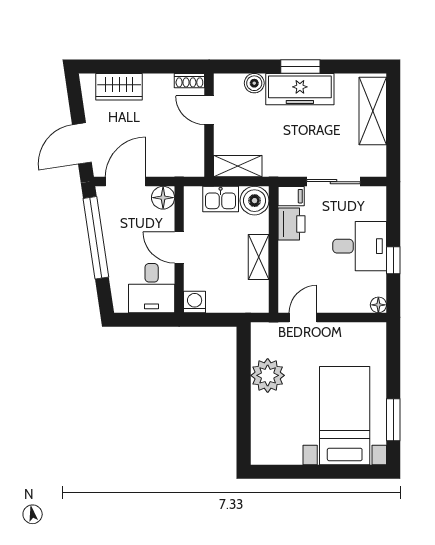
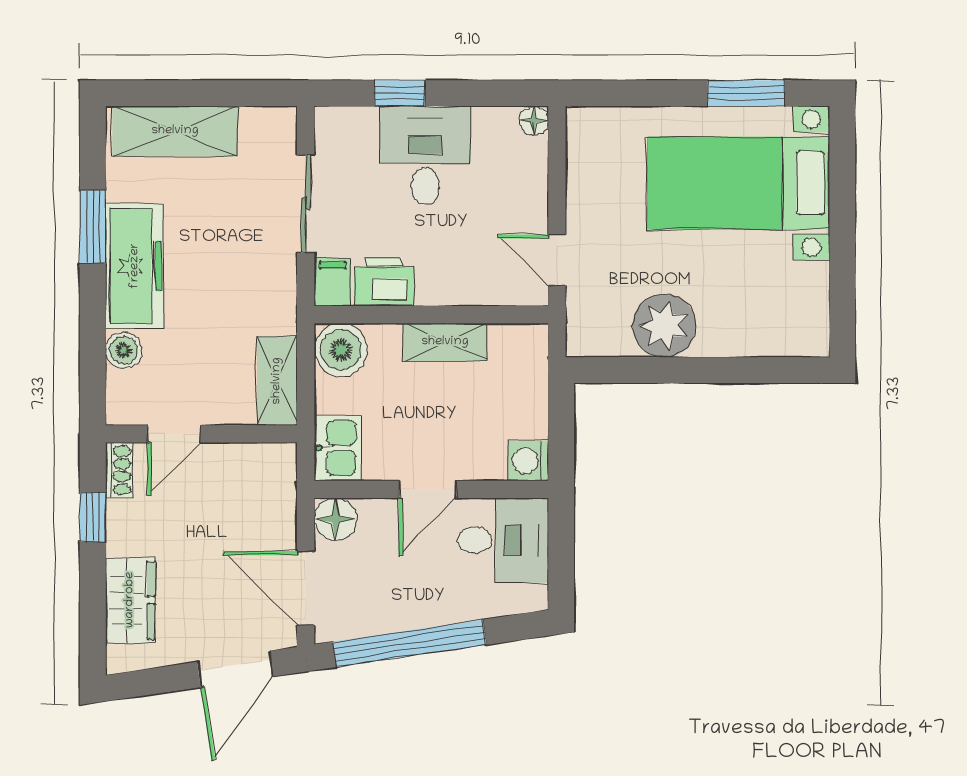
window: (164, 66) -> (93, 517), added
window: (300, 66) -> (93, 227), moved
door: (82, 143) -> (235, 669), hinge flipped
kitchen sink: (221, 199) -> (338, 448), moved
window: (393, 260) -> (400, 93), moved

